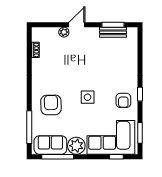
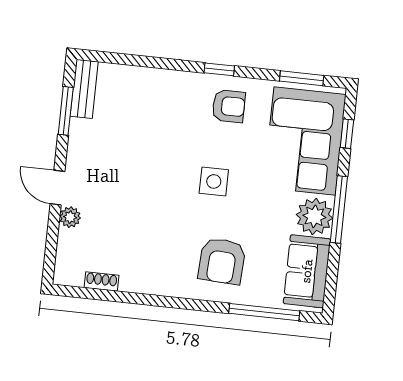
bench: (113, 32) -> (84, 89), moved
armchair: (51, 105) -> (222, 261), turned -86
window: (58, 157) -> (339, 209), moved

